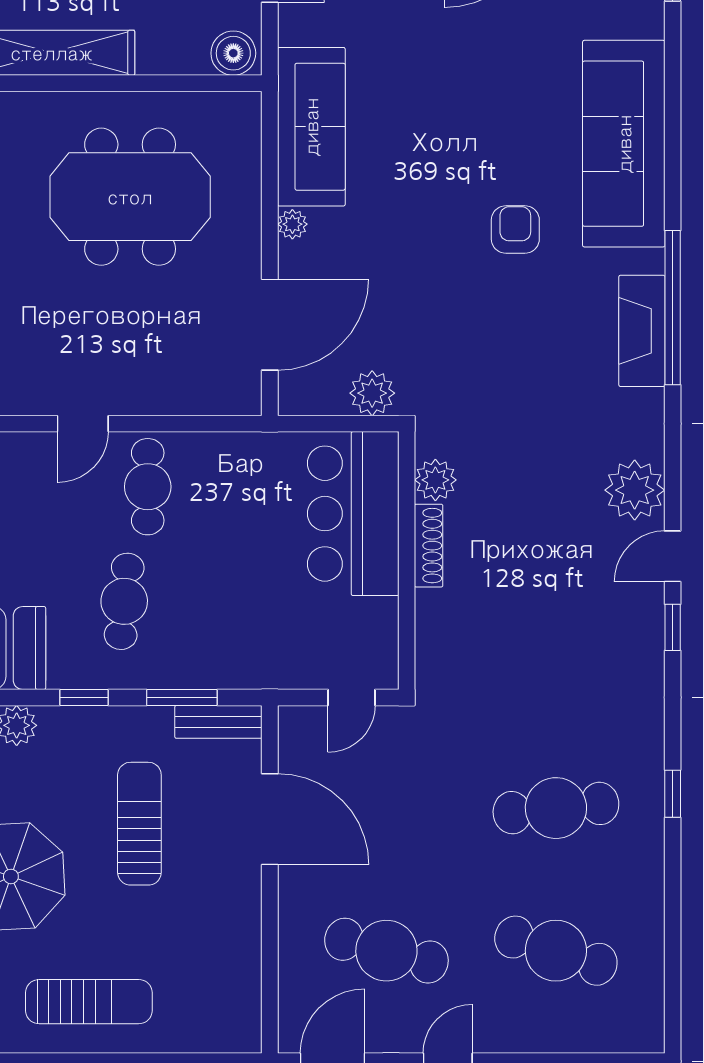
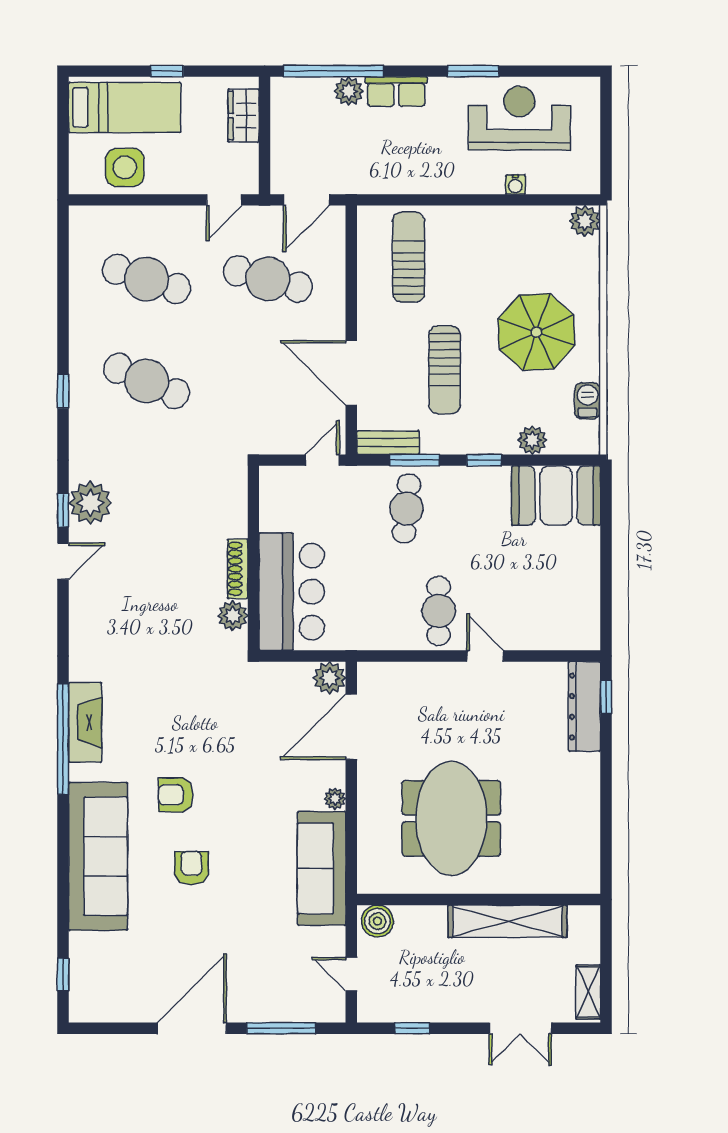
armchair: (493, 127) -> (191, 868), added
meeting table: (130, 197) -> (451, 818), turned 90
armchair: (515, 230) -> (176, 795), turned 90
plant: (372, 393) -> (330, 678), moved
door: (83, 424) -> (485, 656), hinge flipped
plant: (635, 490) -> (90, 503), moved
cafe table: (124, 601) -> (406, 509), moved
door: (351, 697) -> (322, 460), moved
cafe table: (556, 808) -> (147, 381), turned 30
sun lounger: (89, 1002) -> (409, 257), moved, turned 90

